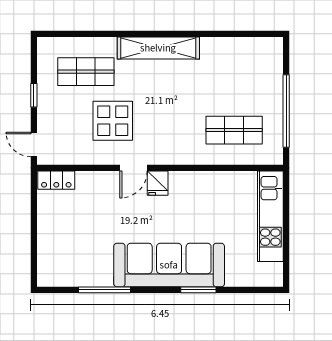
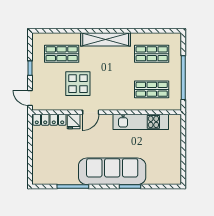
shop shelf: (234, 72) -> (152, 54), added
locker: (56, 180) -> (49, 120), width x1.53
fridge: (158, 183) -> (74, 122), moved
kitchen unit: (270, 216) -> (141, 122), moved, turned -90

